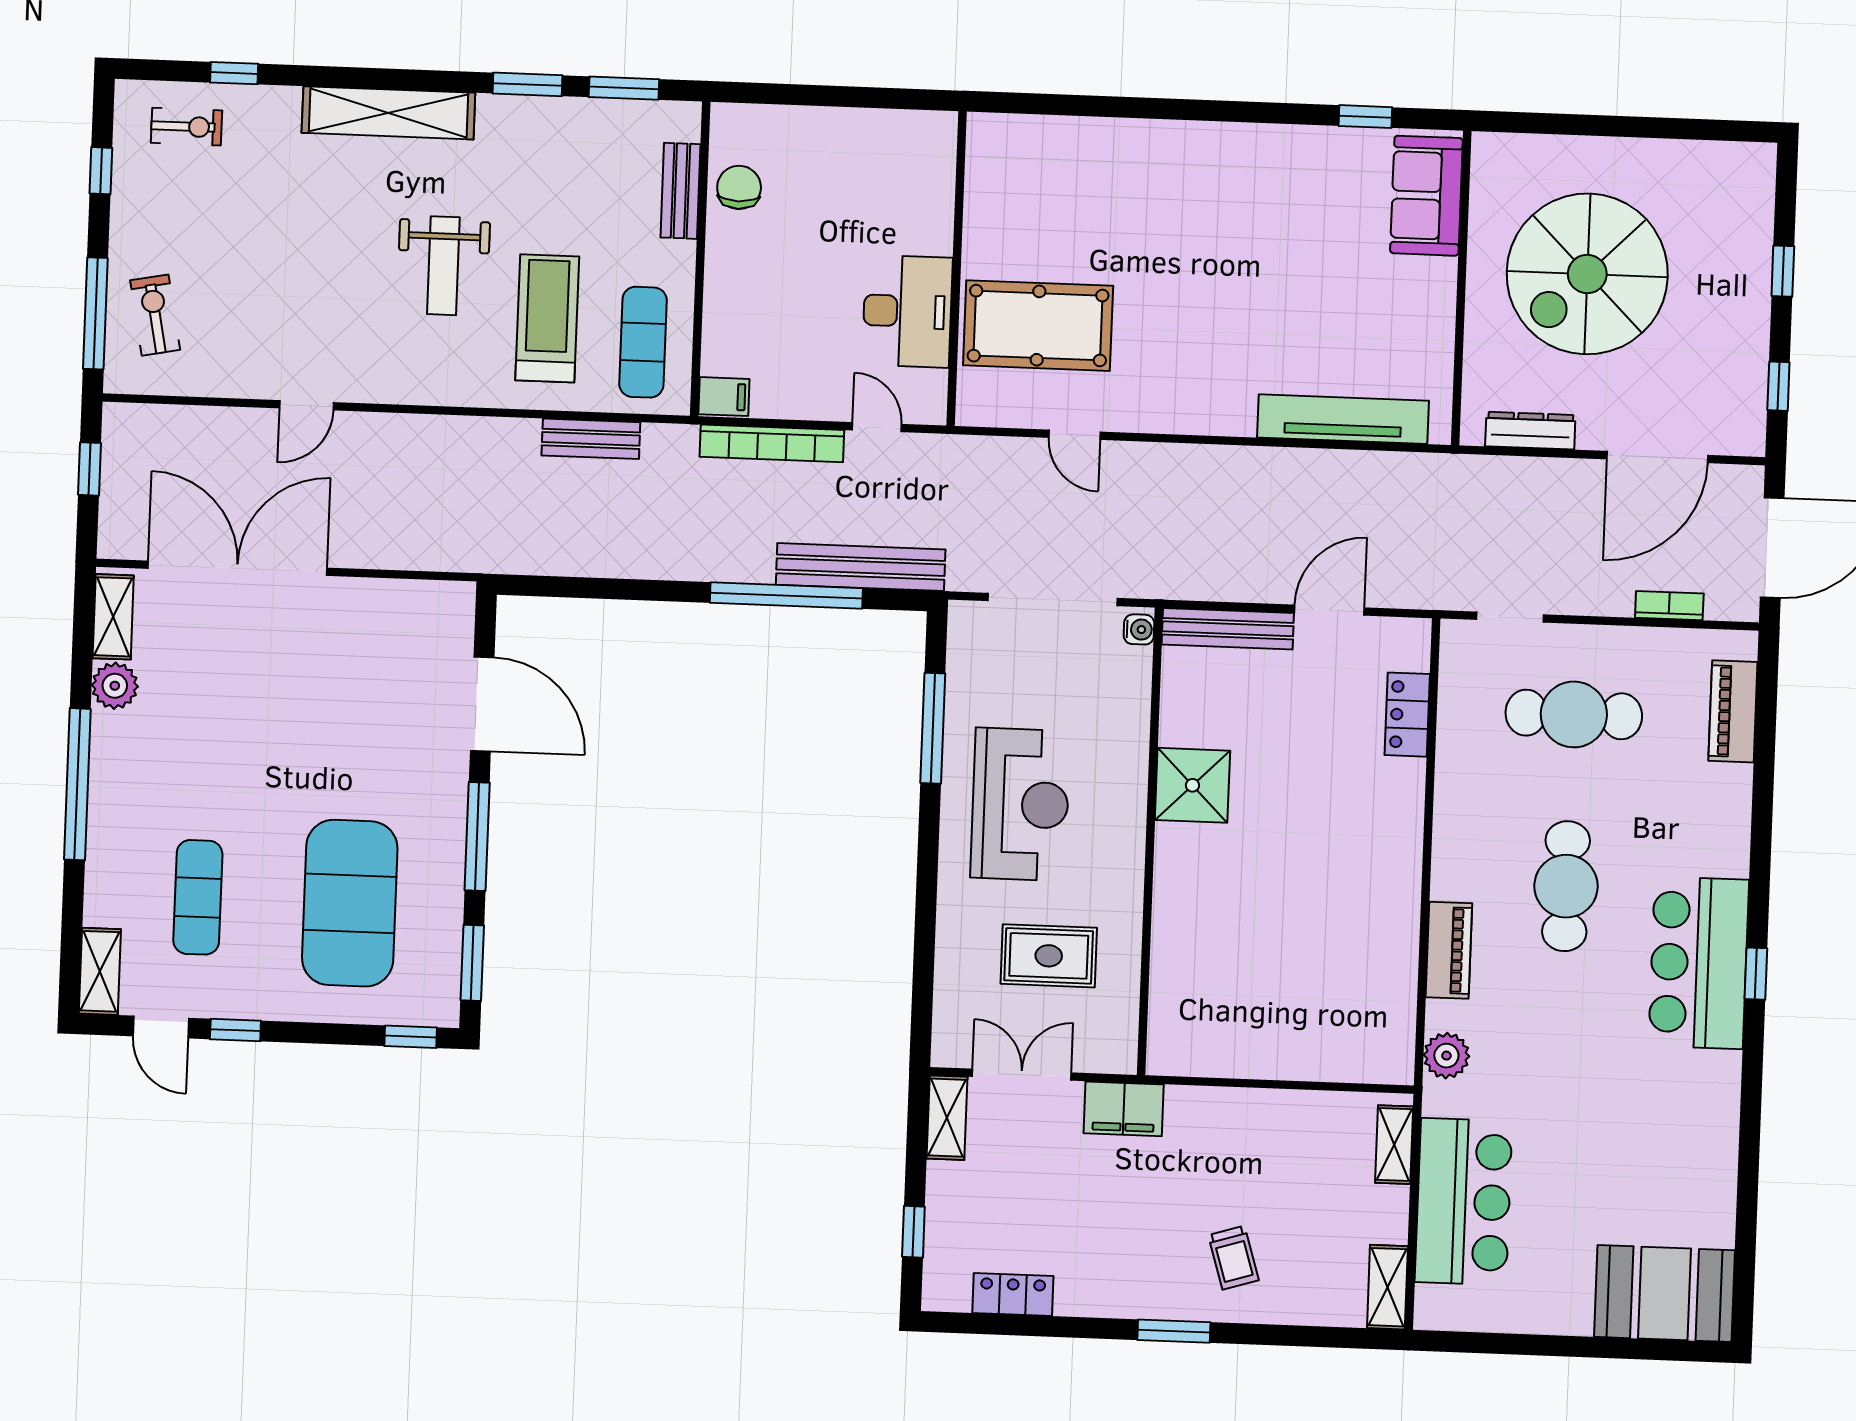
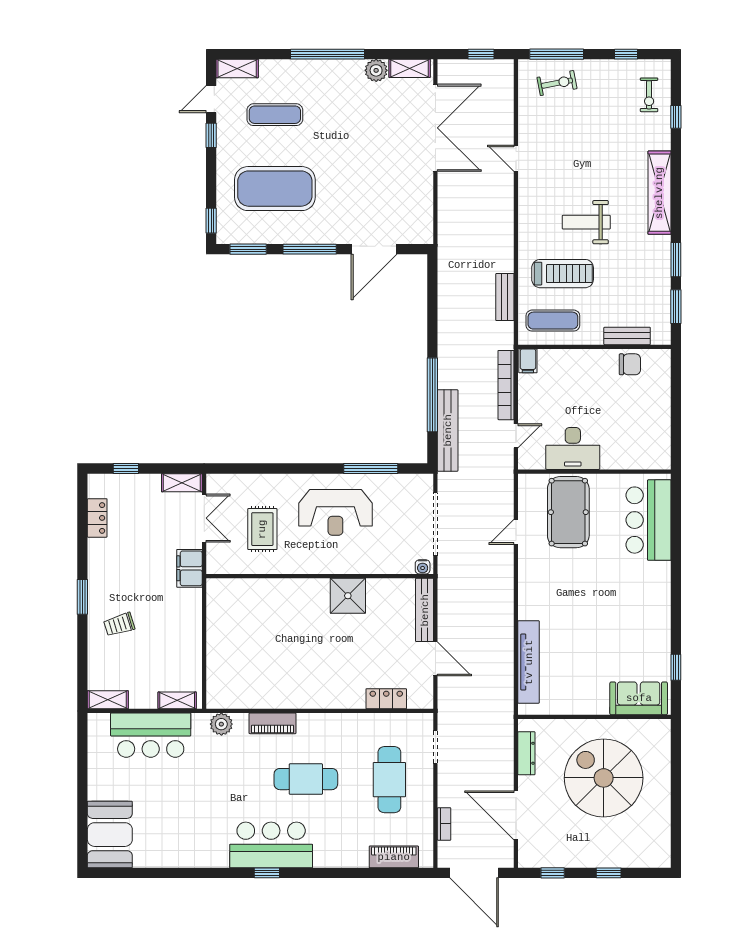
bar counter: (1061, 161) -> (648, 520), added

